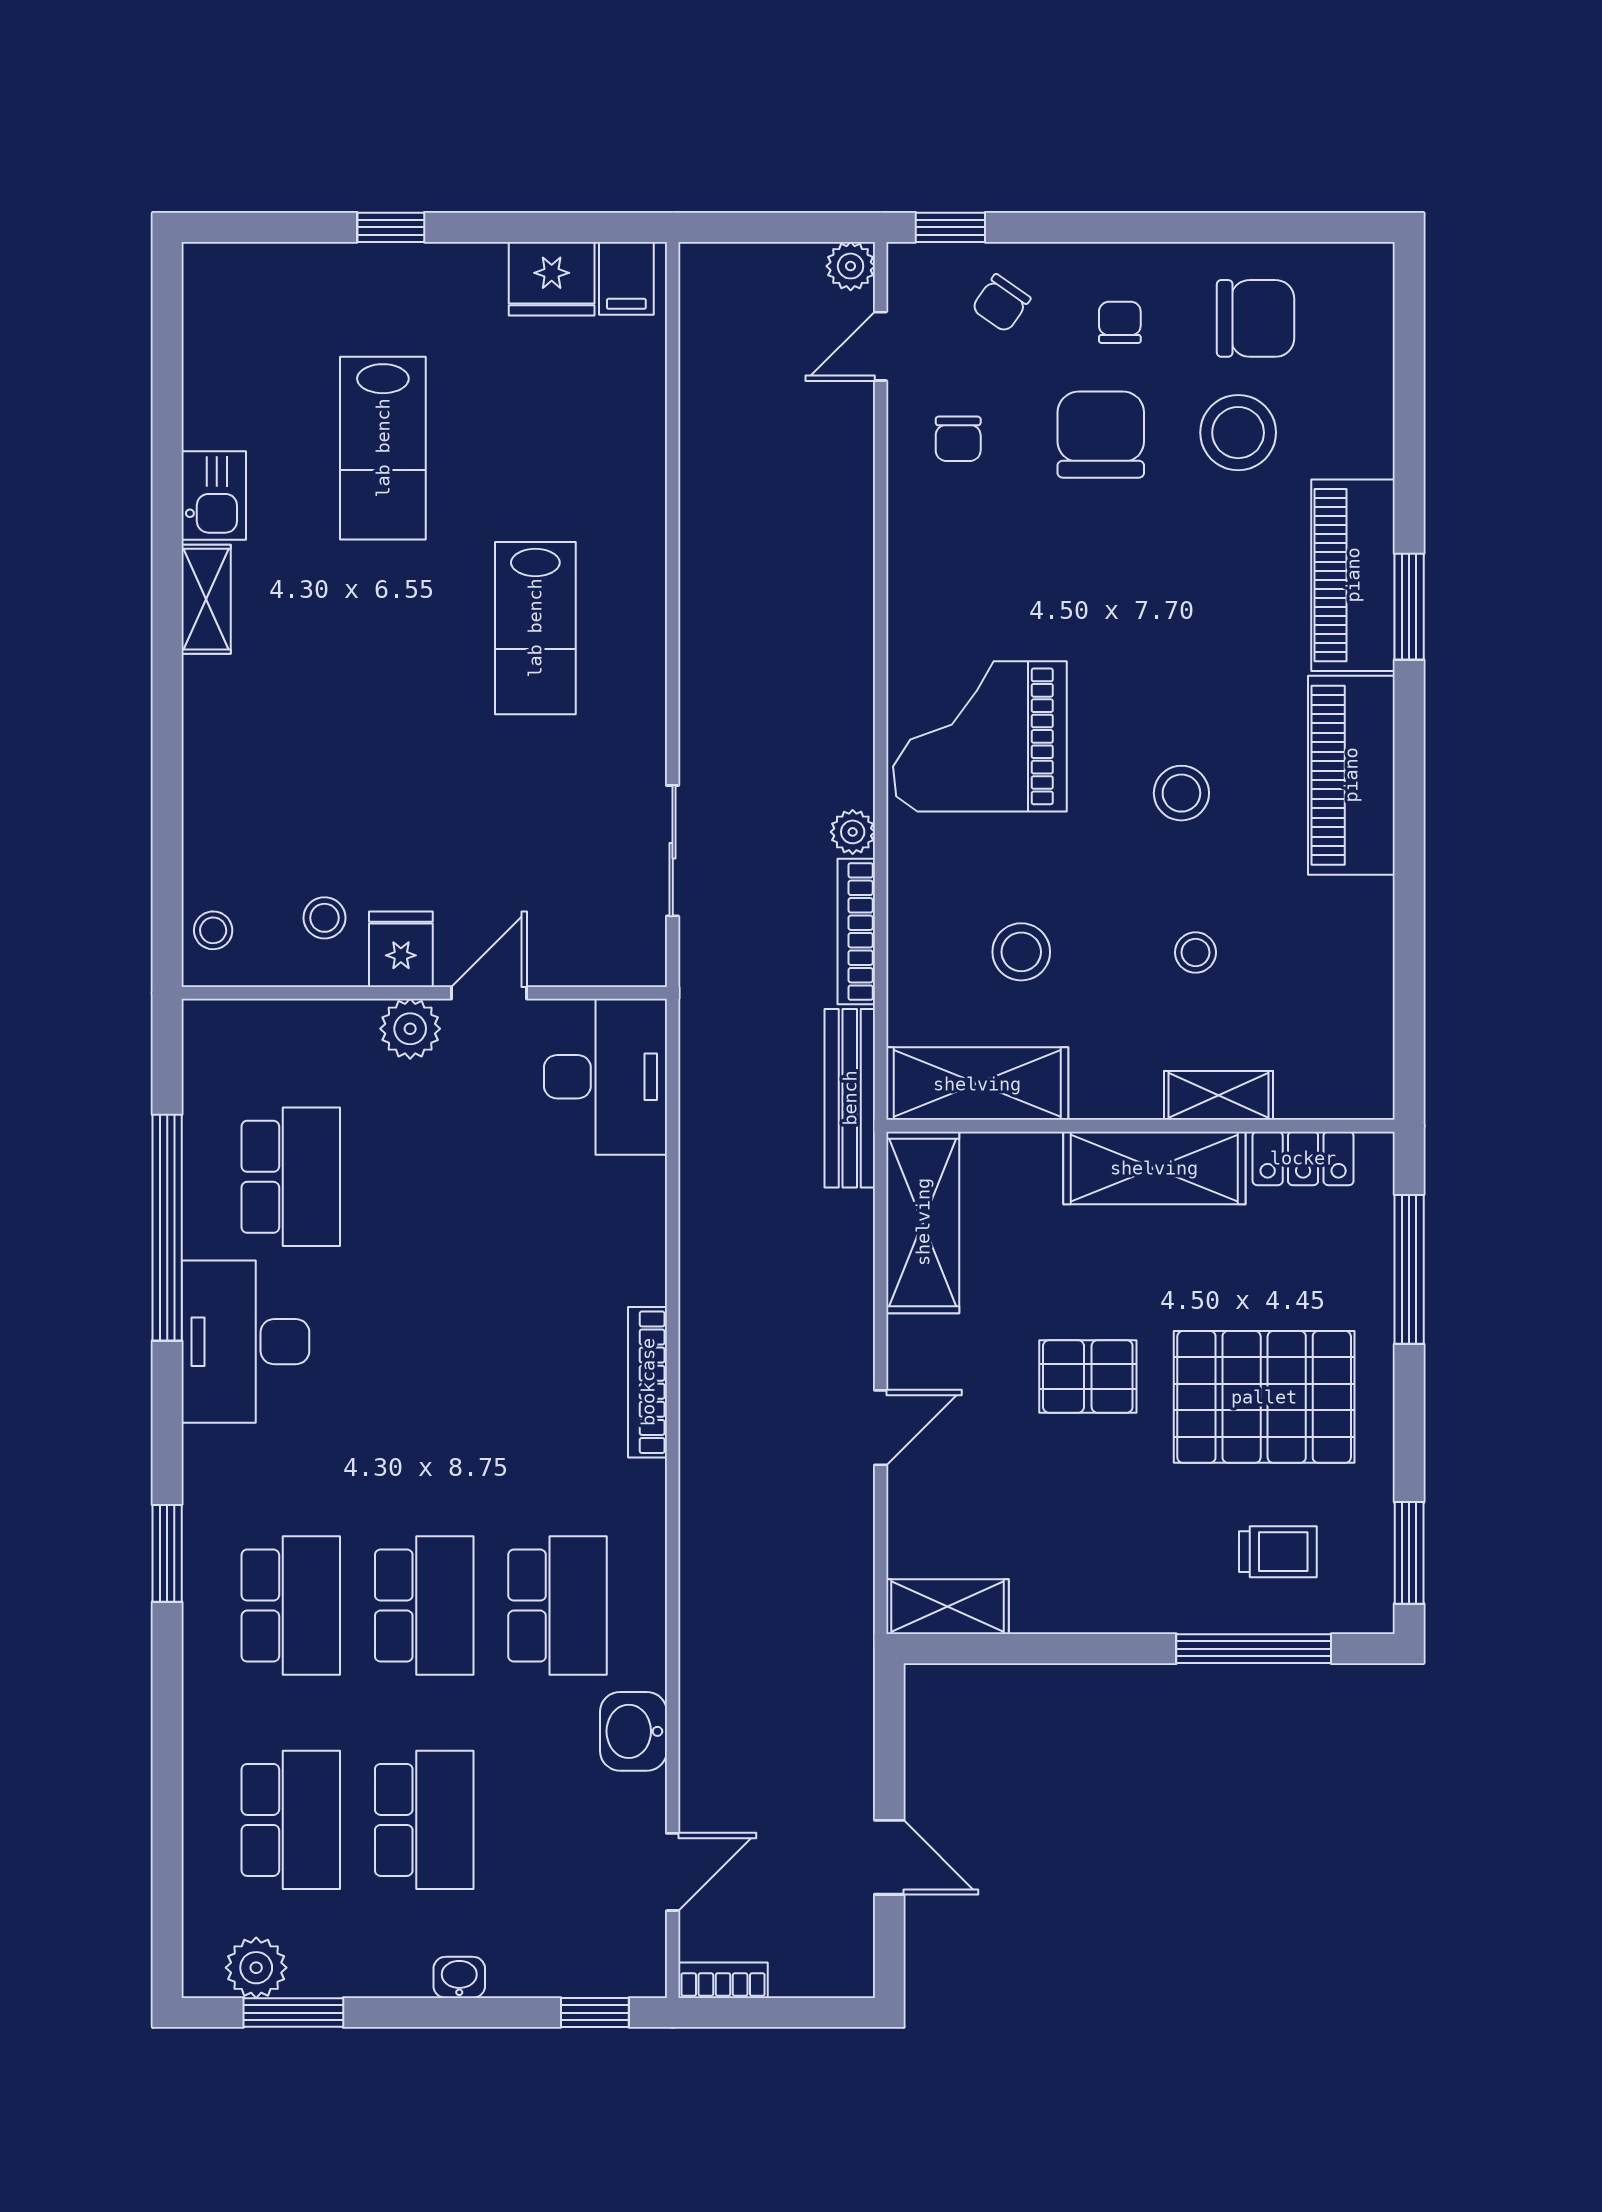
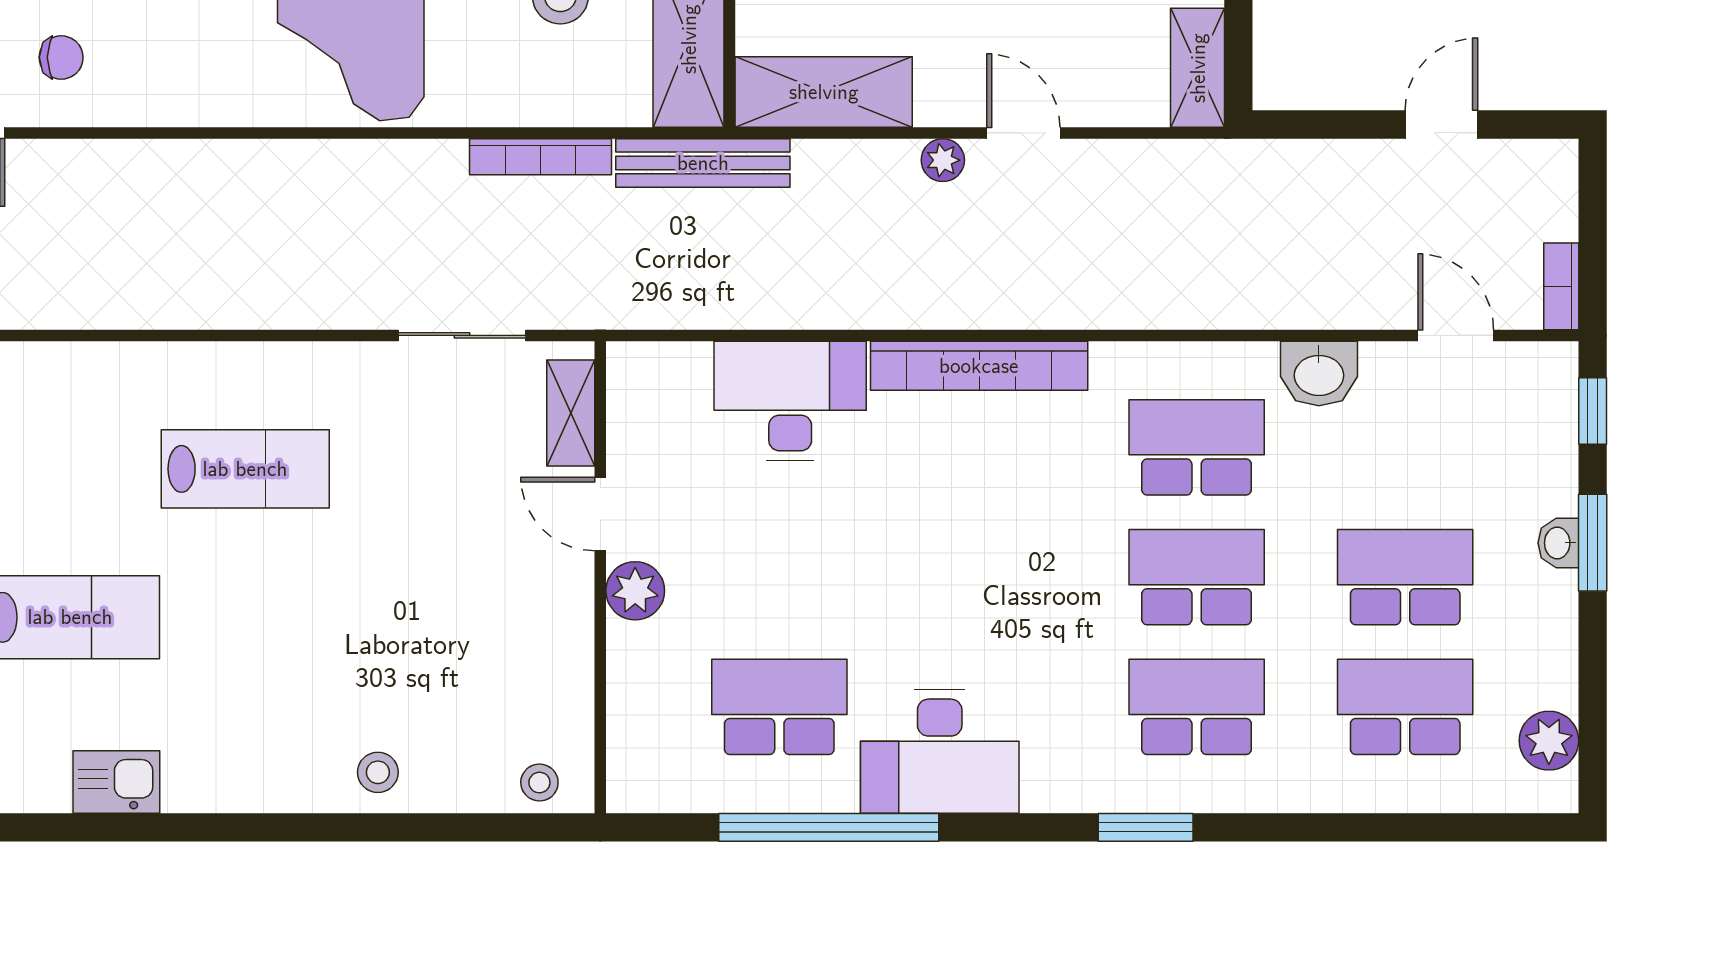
shelving: (206, 599) -> (571, 413), moved, turned 90
plant: (853, 832) -> (943, 160), moved
stool: (324, 918) -> (378, 772), moved
fridge: (401, 949) -> (558, 600), removed
desk: (605, 1077) -> (790, 401), moved
bookcase: (648, 1382) -> (979, 366), width x1.48, depth x1.31
window: (293, 2013) -> (1593, 543), moved

